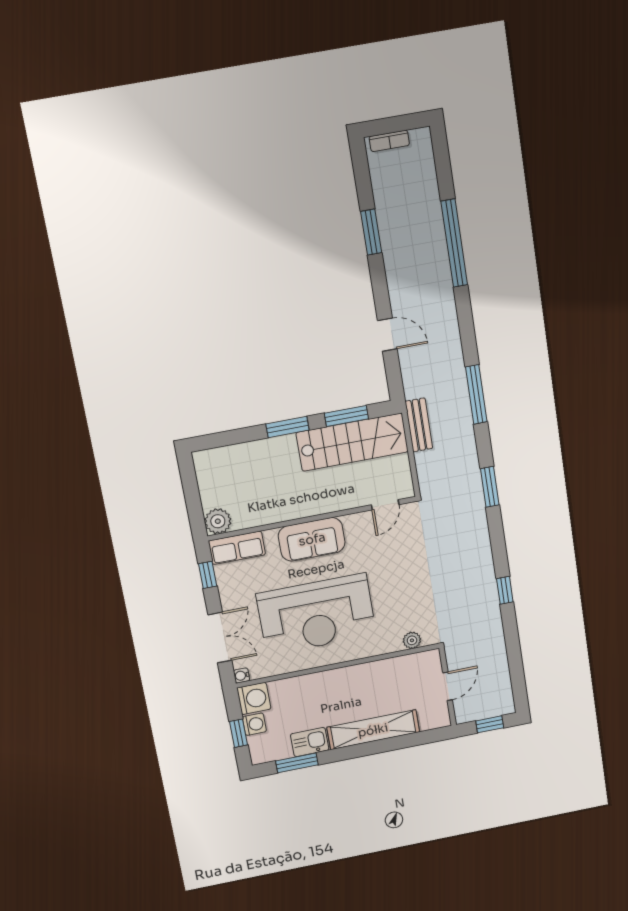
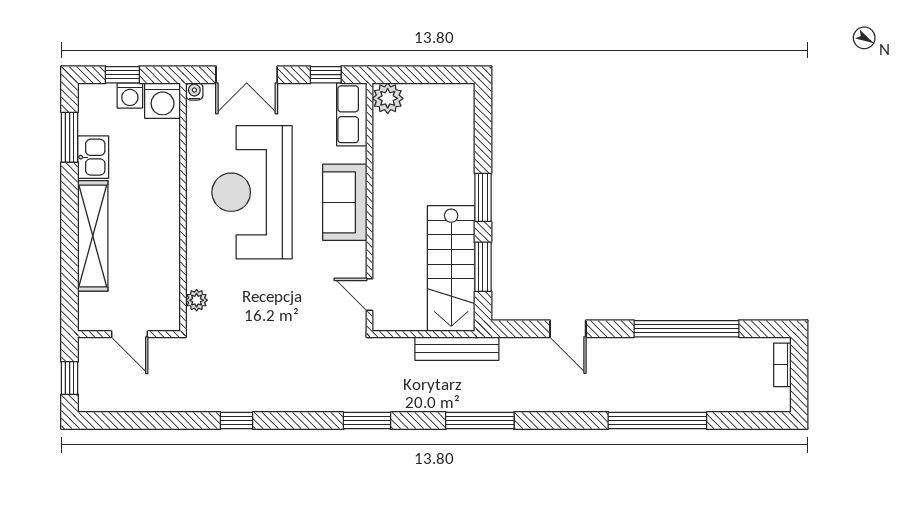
window: (371, 232) -> (686, 329), width x2.11
door: (387, 335) -> (568, 329), hinge flipped
bench: (419, 425) -> (457, 349), width x1.36

